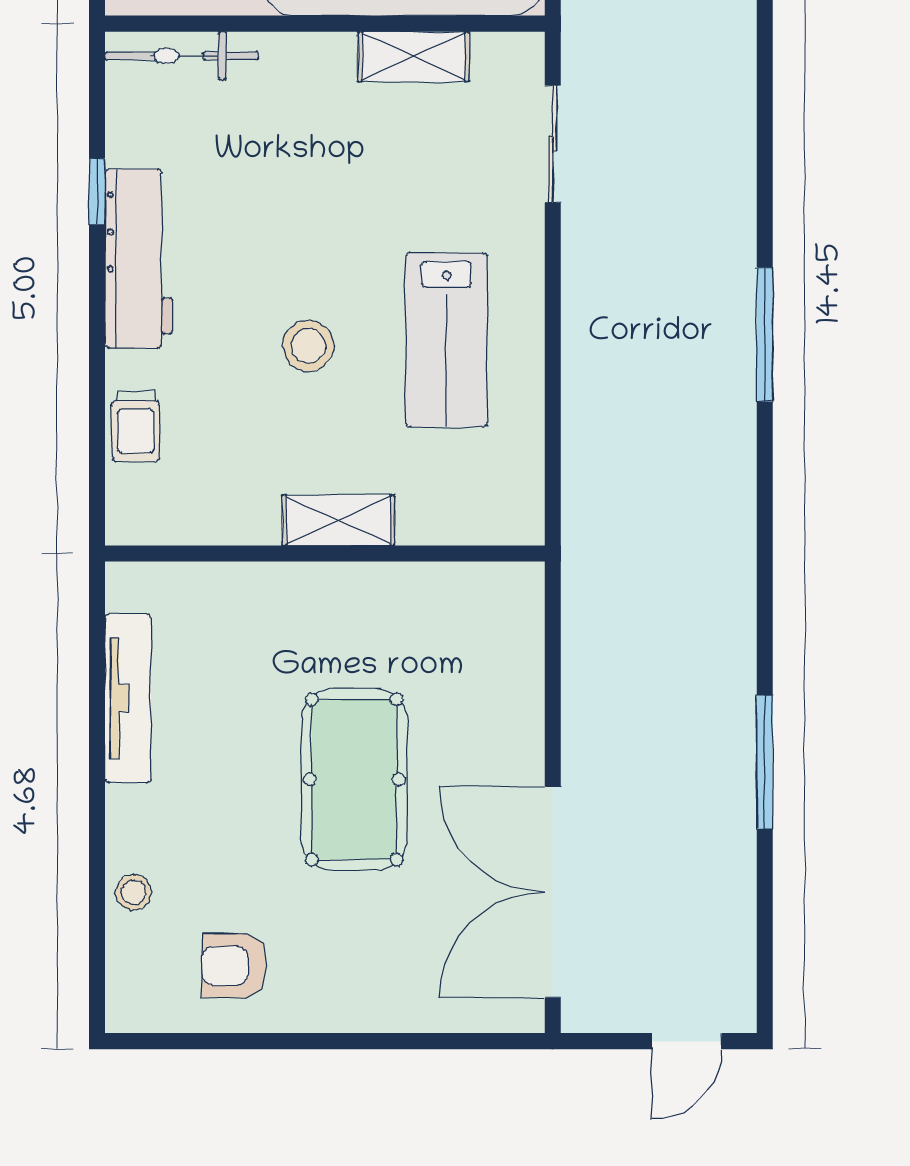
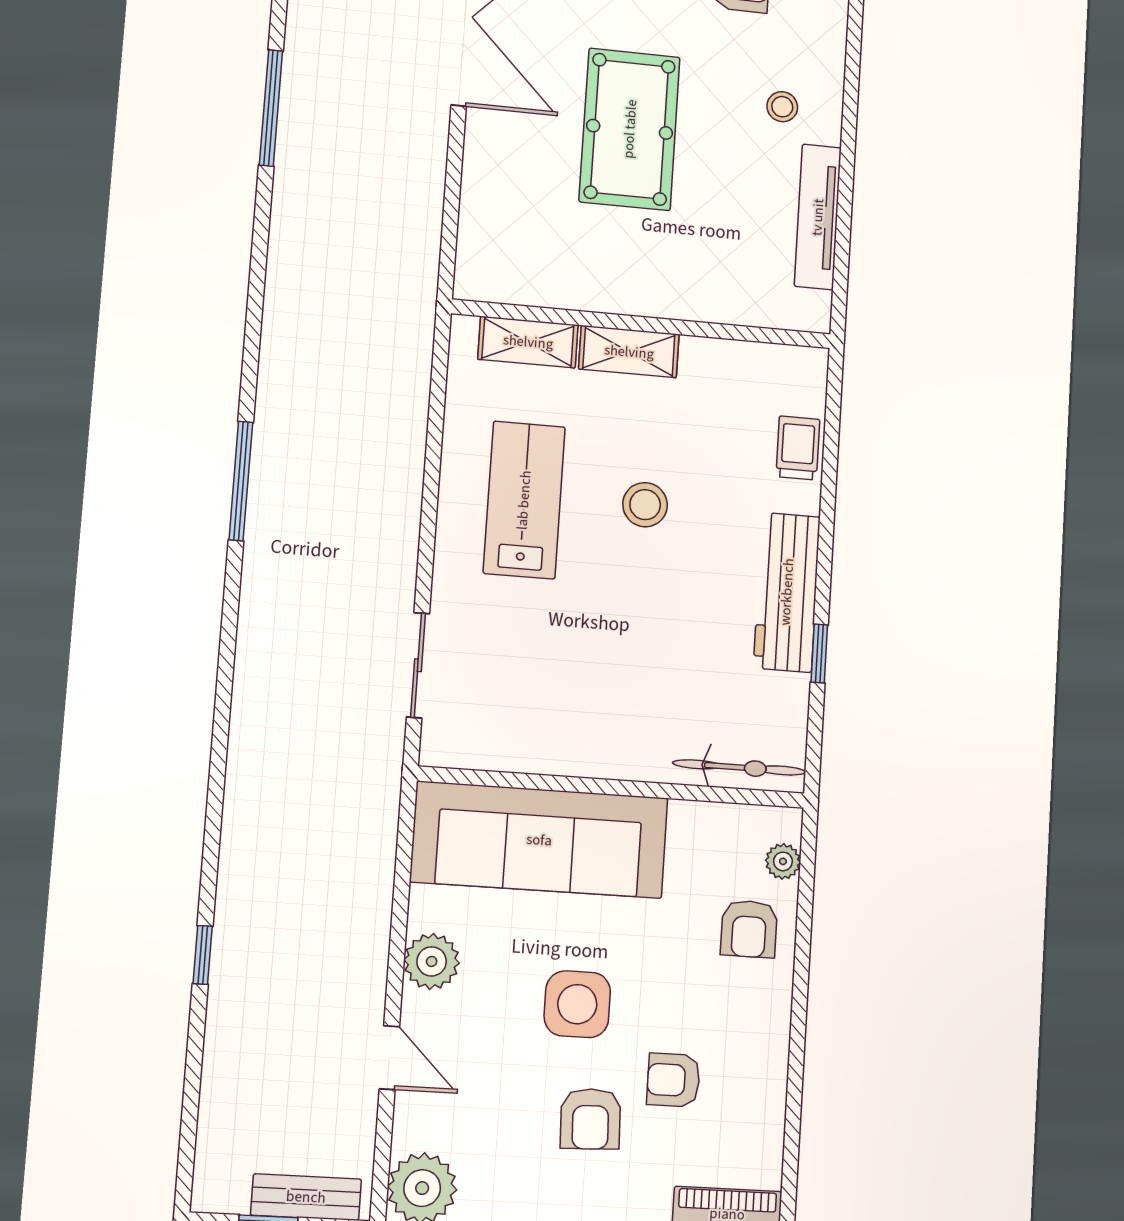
shelving: (413, 57) -> (528, 342), moved
stool: (133, 892) -> (782, 107), moved

